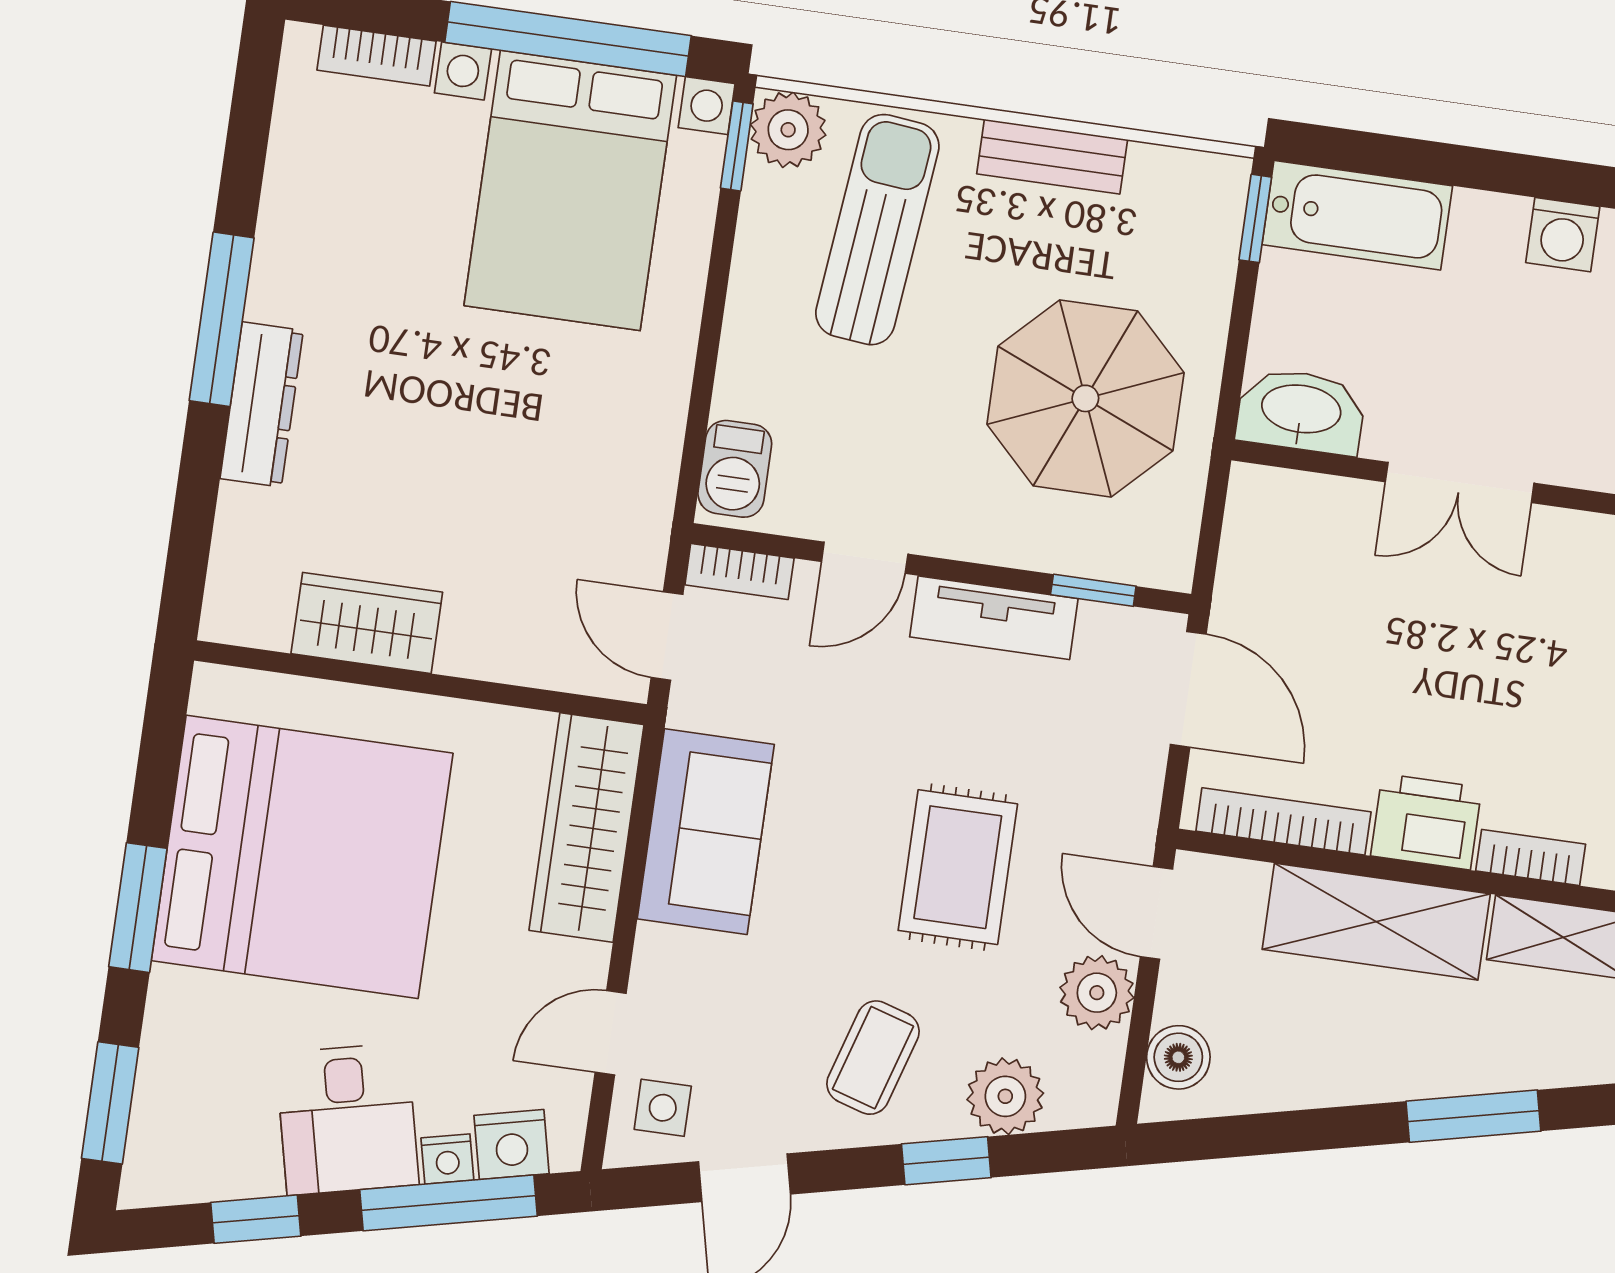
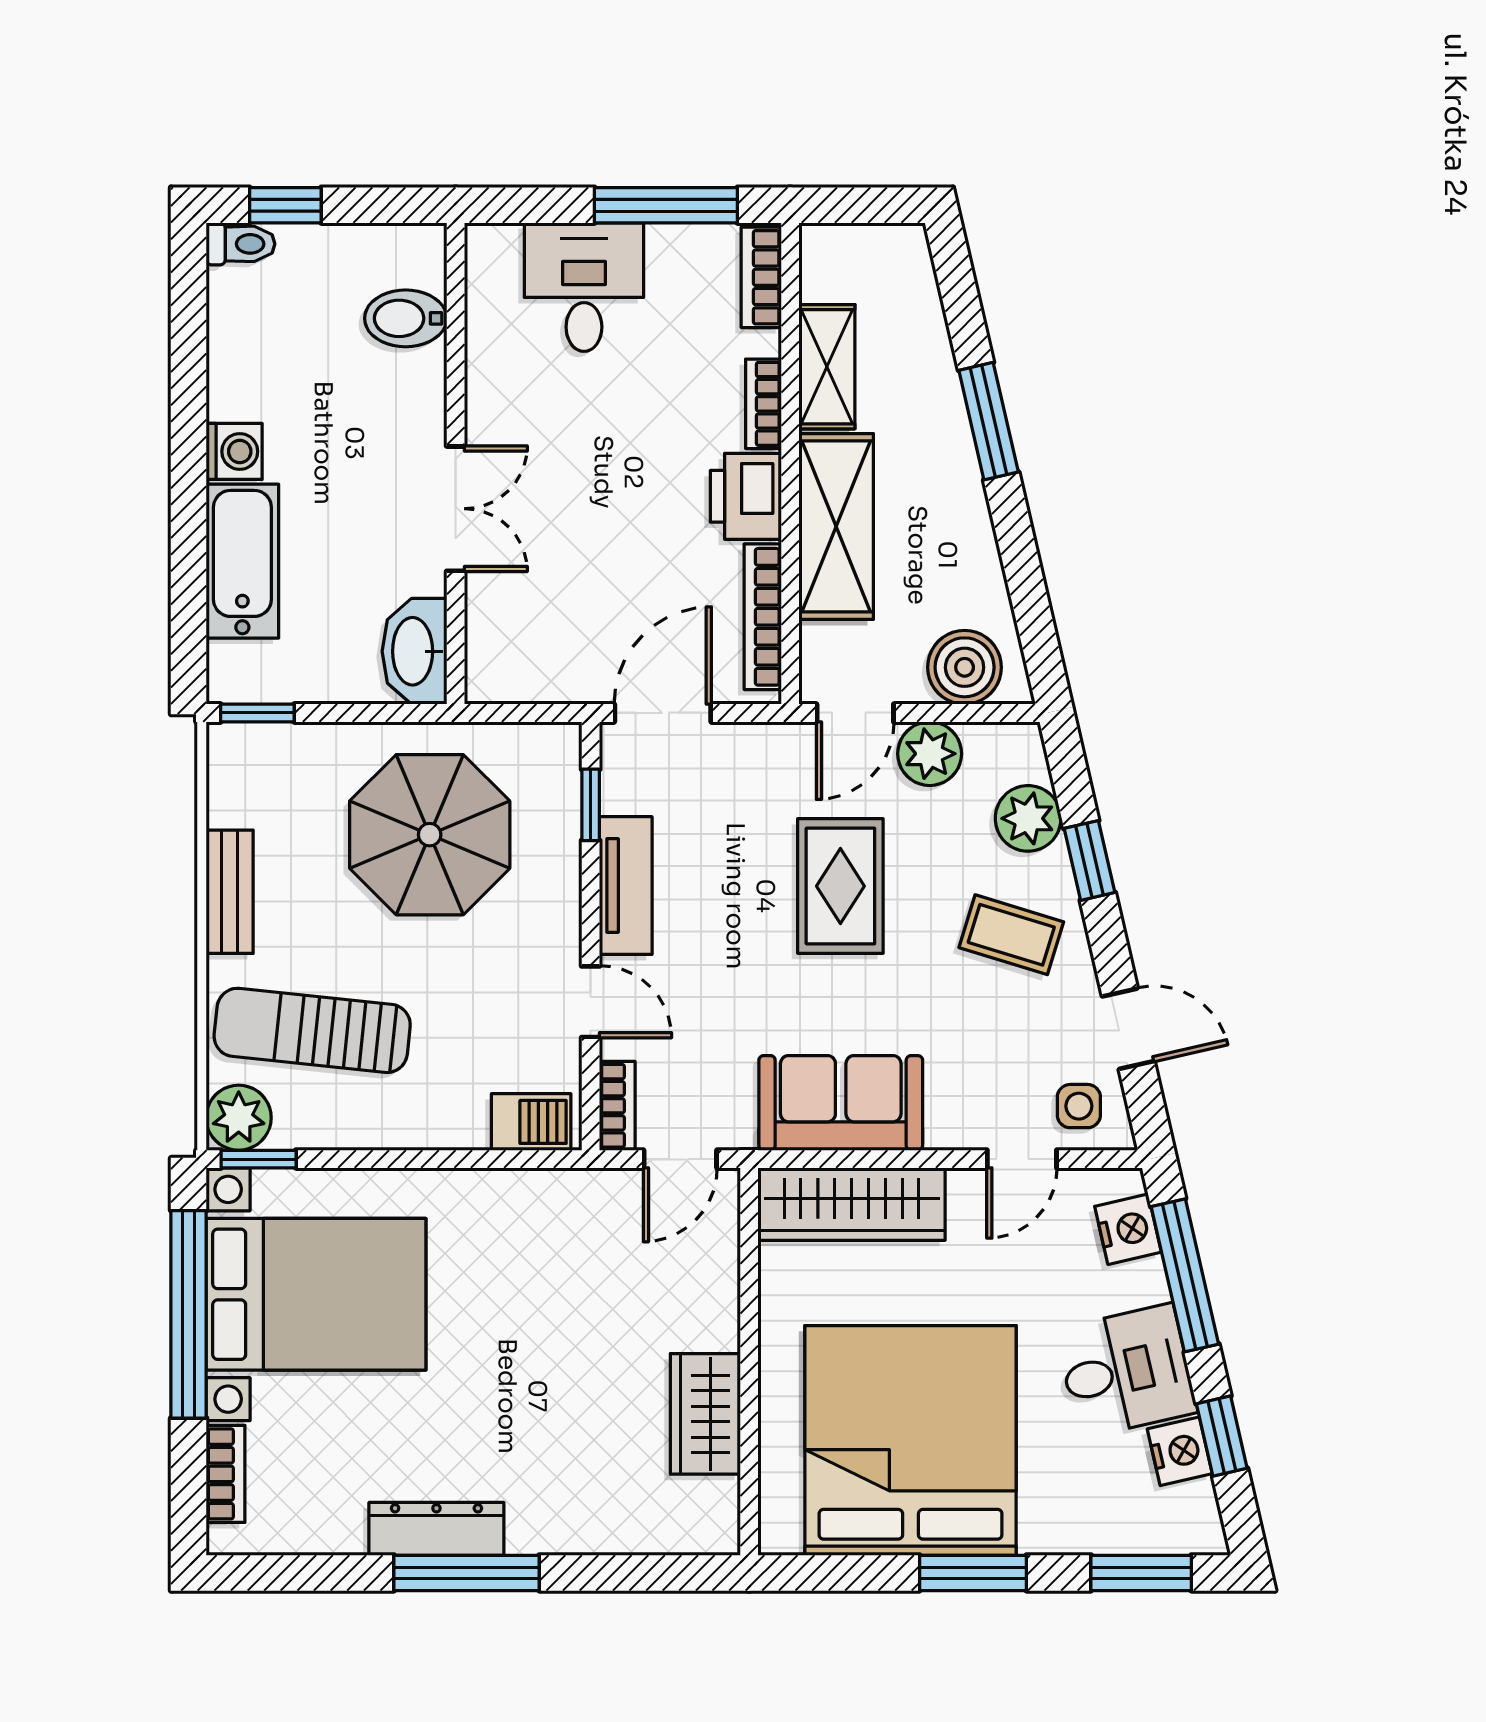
bathtub: (1357, 215) -> (242, 561), moved
dresser: (262, 404) -> (436, 1529), moved
rug: (958, 867) -> (840, 886), turned 90
door: (611, 1033) -> (1022, 1159), hinge flipped
boiler: (1178, 1057) -> (965, 667), width x1.36, depth x1.36
nightstand: (447, 1159) -> (1180, 1451), moved, width x1.39, depth x1.35

